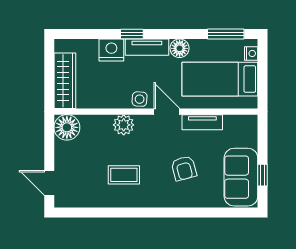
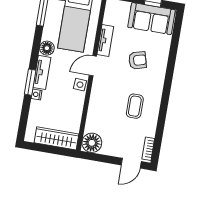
window: (132, 34) -> (30, 82), width x1.50
nightstand: (111, 50) -> (36, 94), width x0.53, depth x0.56
plant: (124, 125) -> (97, 100), removed
bookcase: (72, 202) -> (148, 149), added

